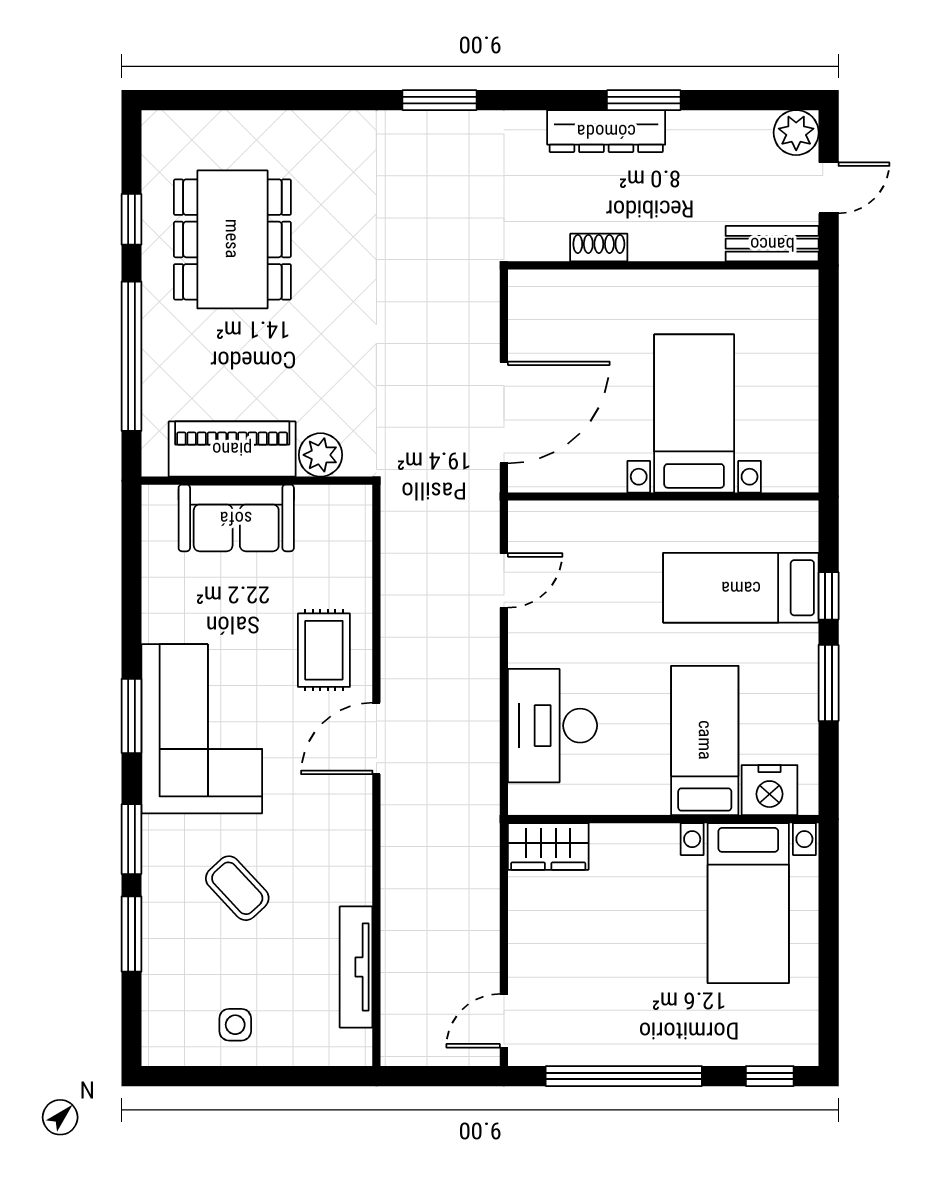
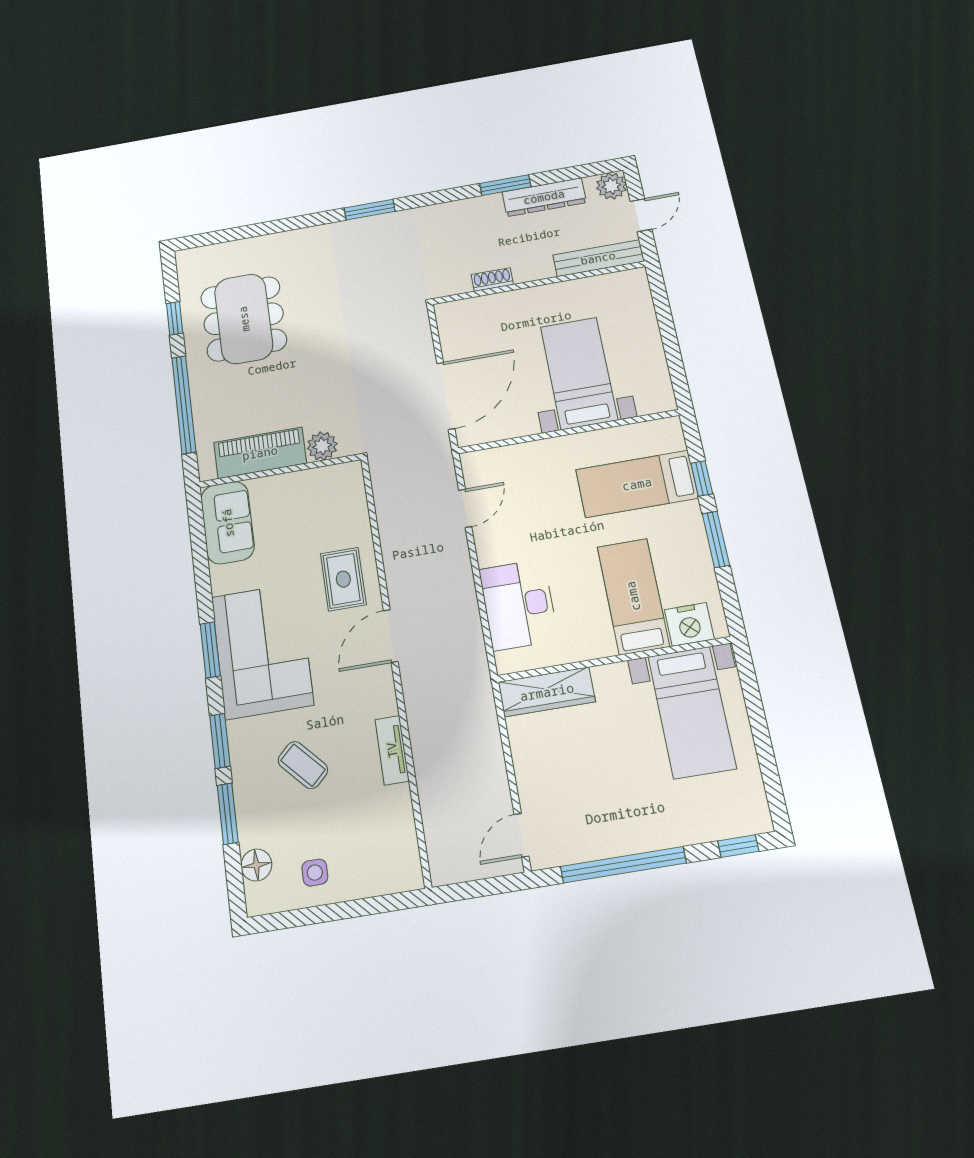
dresser: (606, 131) -> (544, 197), moved
bench: (772, 244) -> (598, 258), width x1.36
sofa: (236, 518) -> (228, 523), moved, turned -90
wardrobe: (548, 846) -> (547, 692), width x1.50
tv unit: (356, 967) -> (392, 750), moved, width x0.71
floor lamp: (161, 1004) -> (256, 865), added

